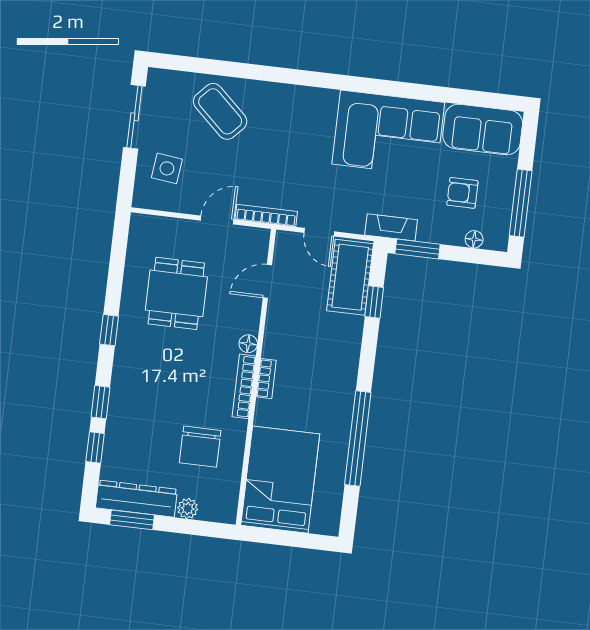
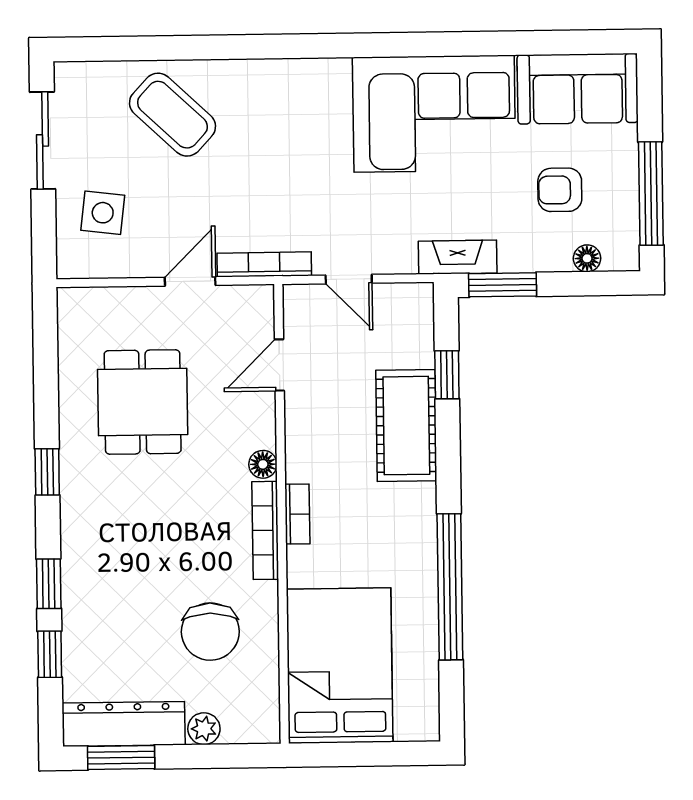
cot: (350, 277) -> (406, 426), moved

